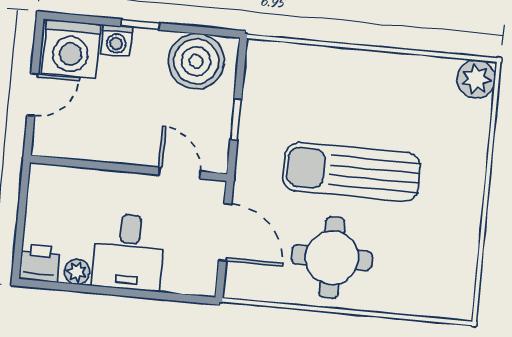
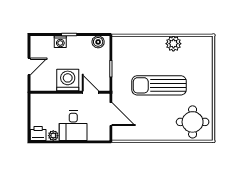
washing machine: (71, 49) -> (68, 80), moved, turned 180
boiler: (196, 61) -> (98, 42), width x0.54, depth x0.54
plant: (476, 79) -> (173, 44), moved
round table: (332, 258) -> (193, 122), moved

